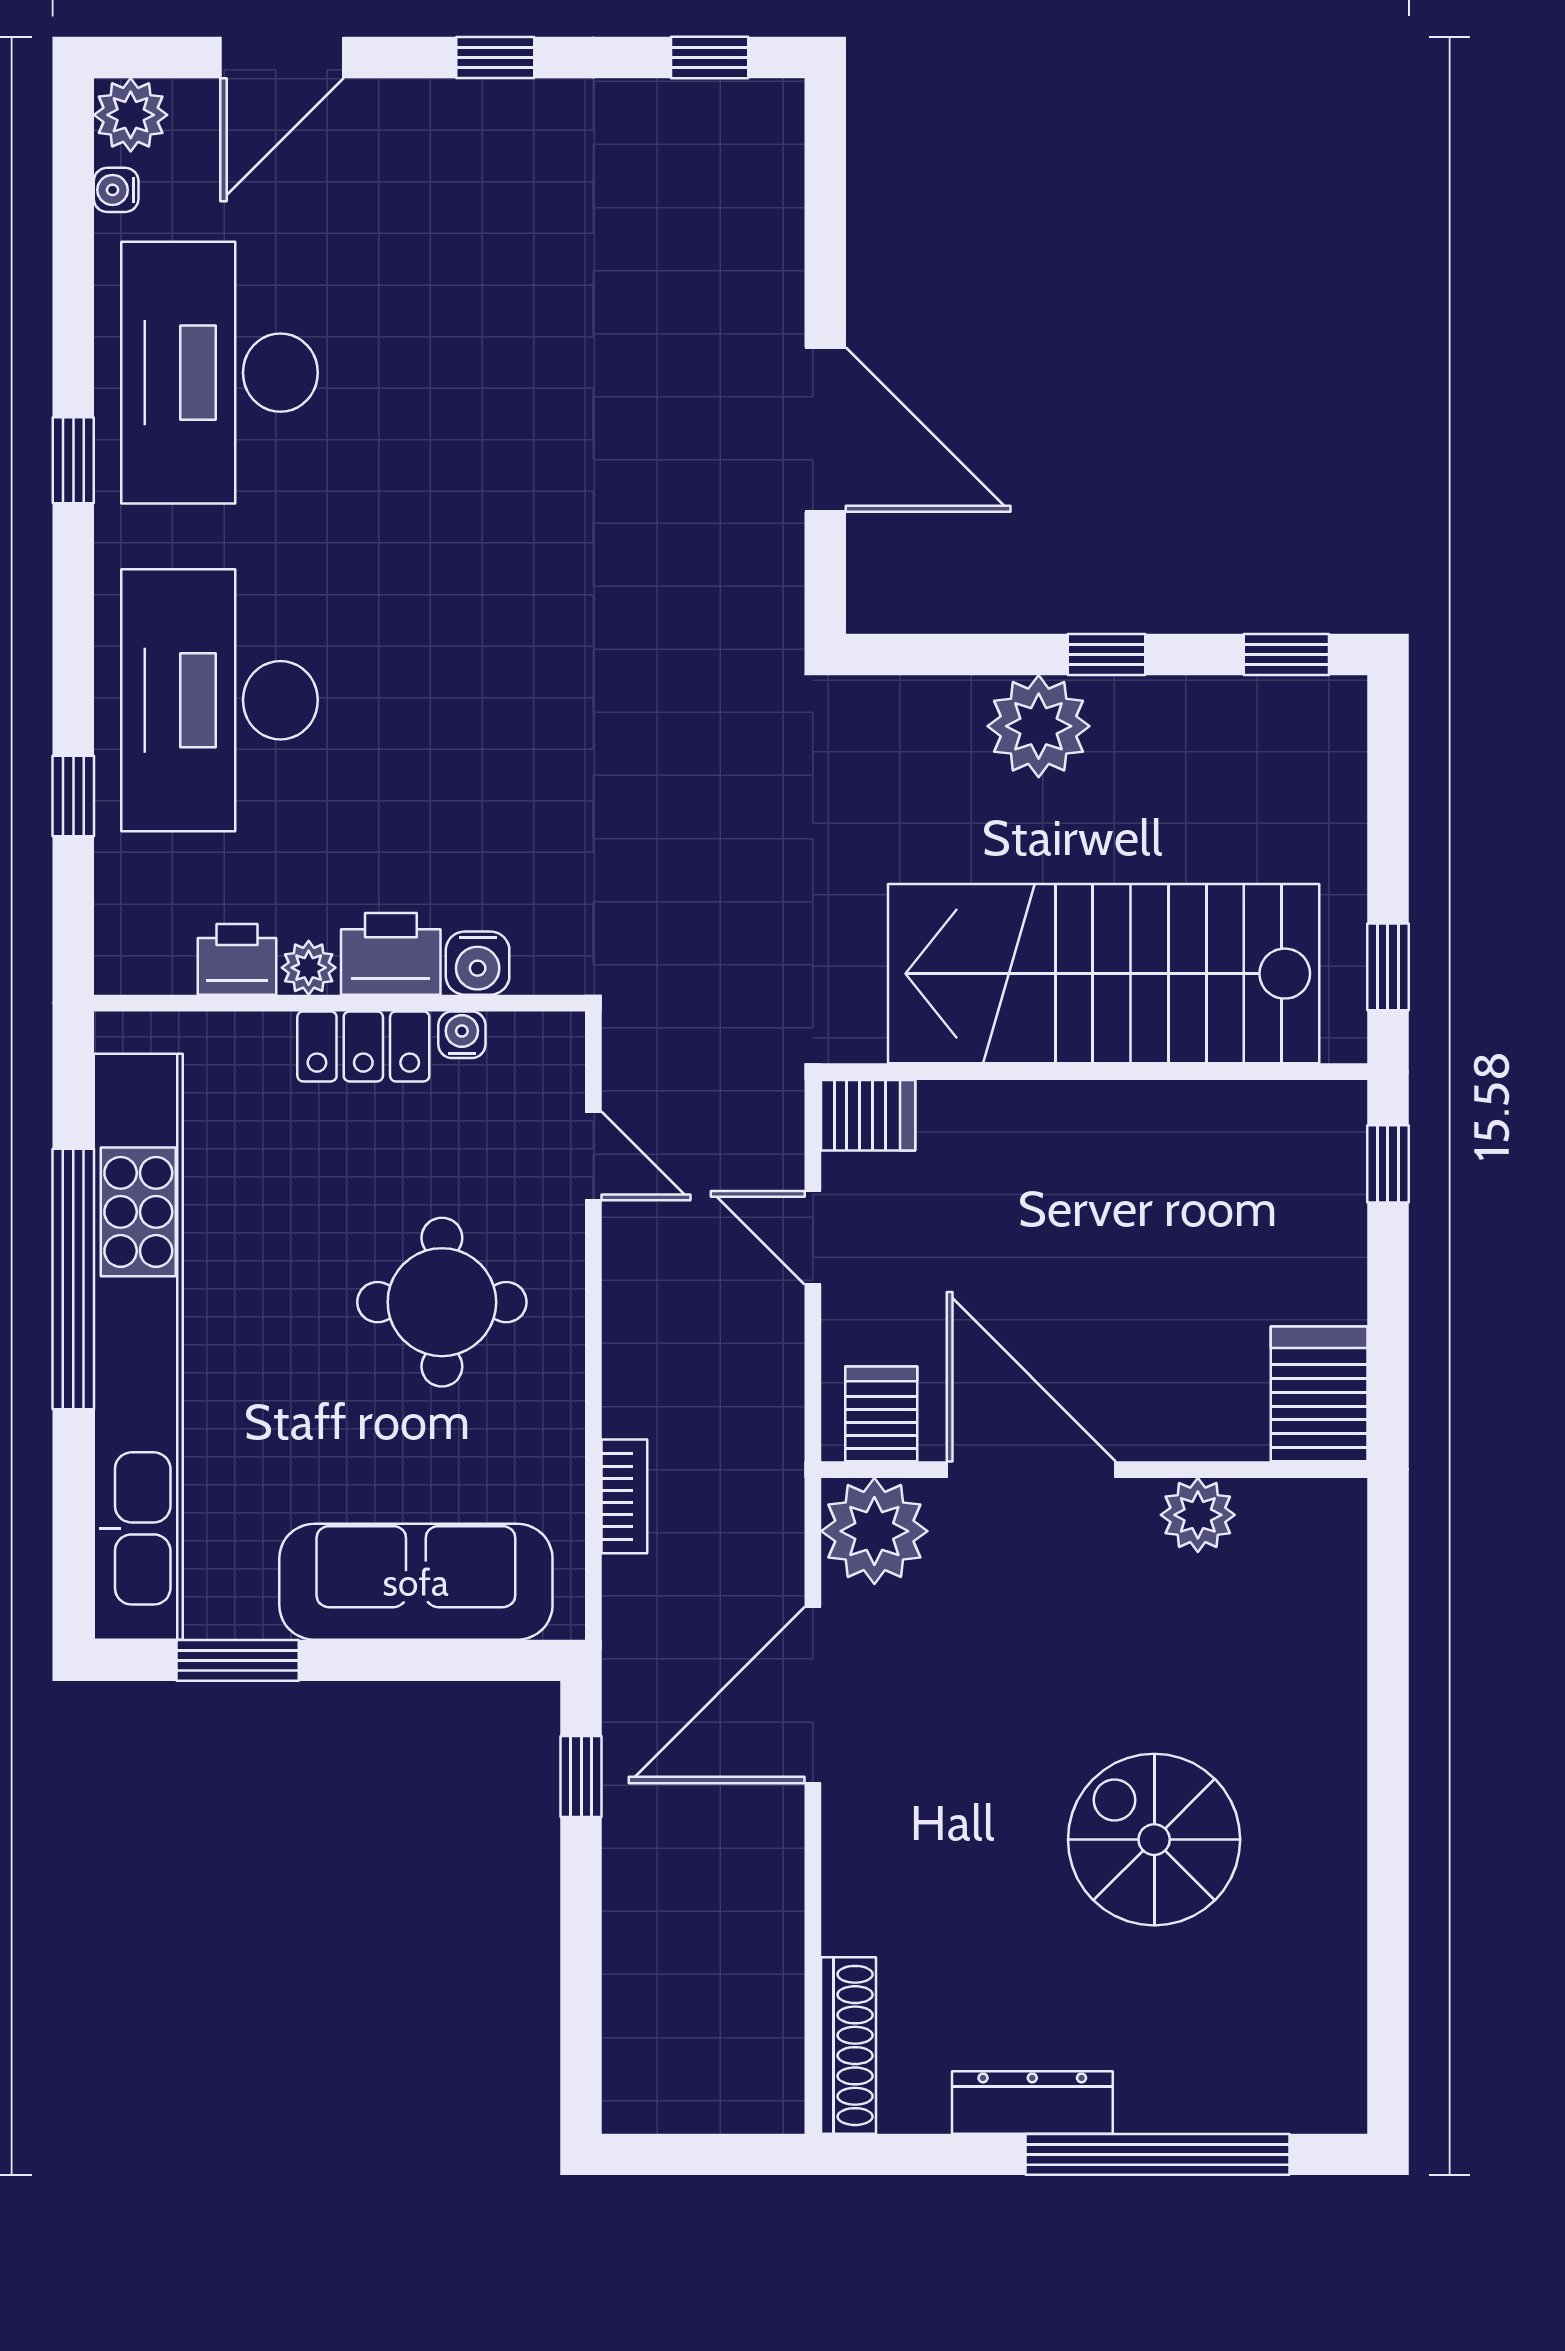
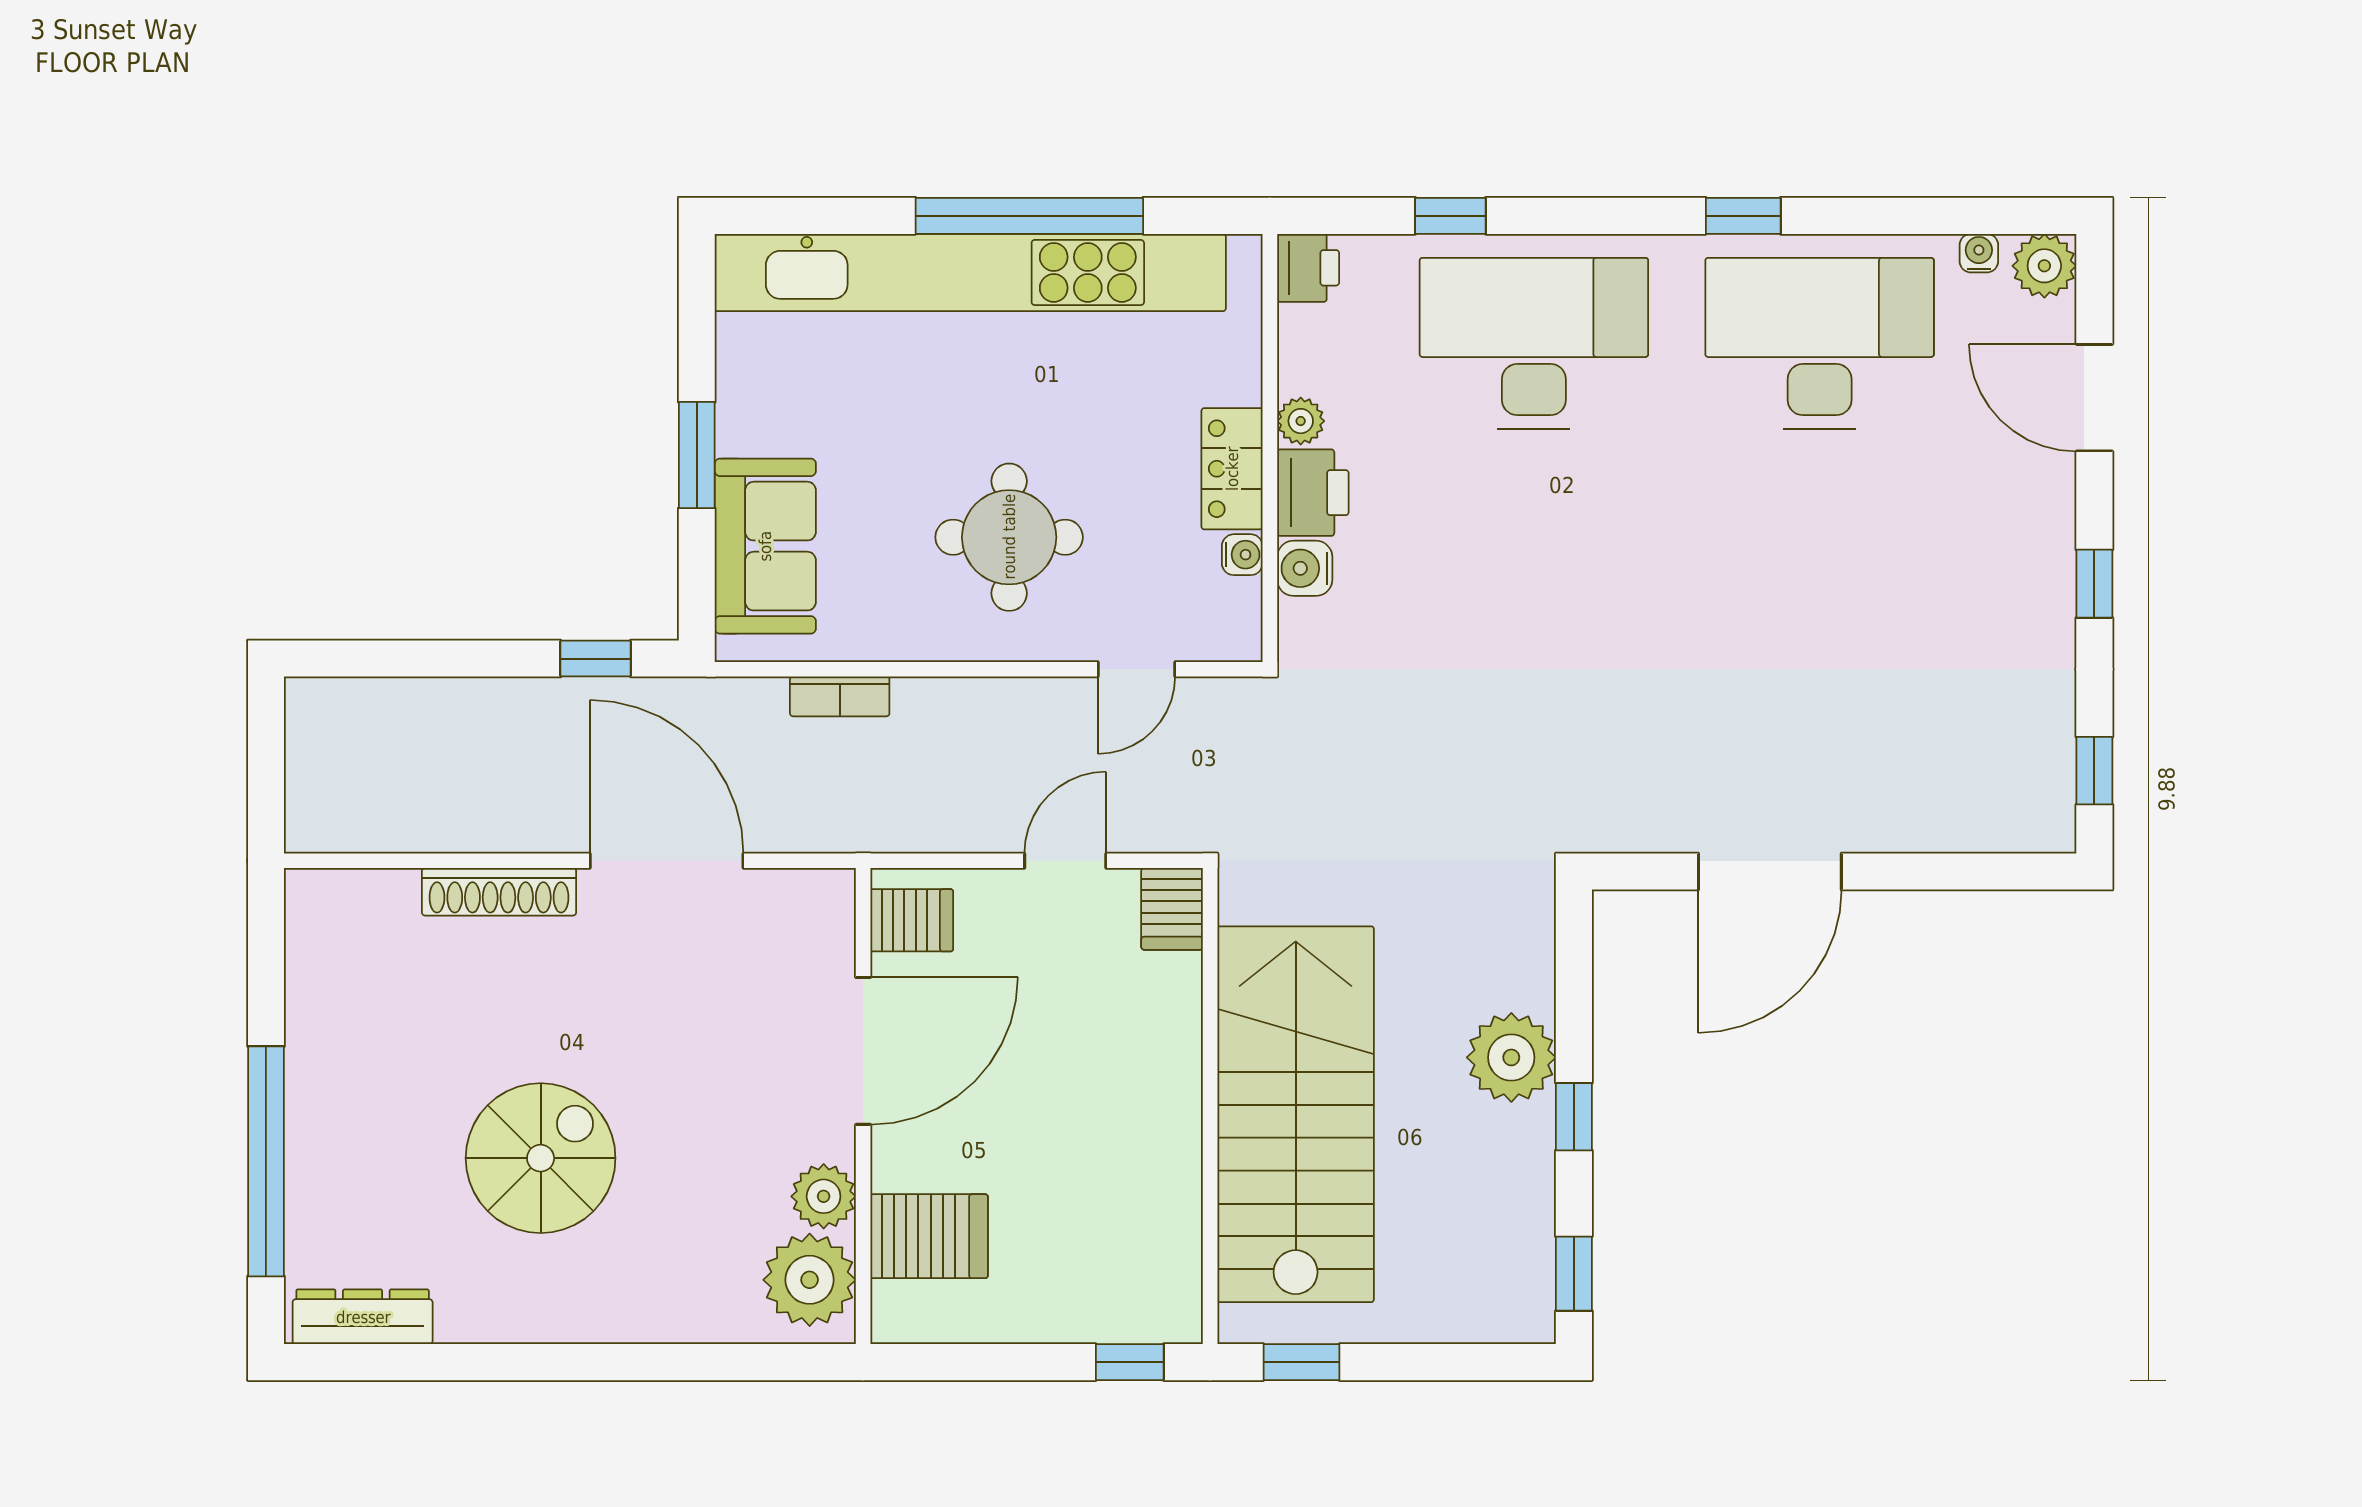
printer: (237, 959) -> (1308, 268), moved
server rack: (1319, 1394) -> (929, 1236), moved
plant: (874, 1531) -> (810, 1280), moved
sofa: (416, 1582) -> (765, 546), width x0.73
window: (238, 1660) -> (697, 455), moved
shoe rack: (848, 2045) -> (499, 892), moved
dresser: (1032, 2102) -> (363, 1317), moved, turned -90

